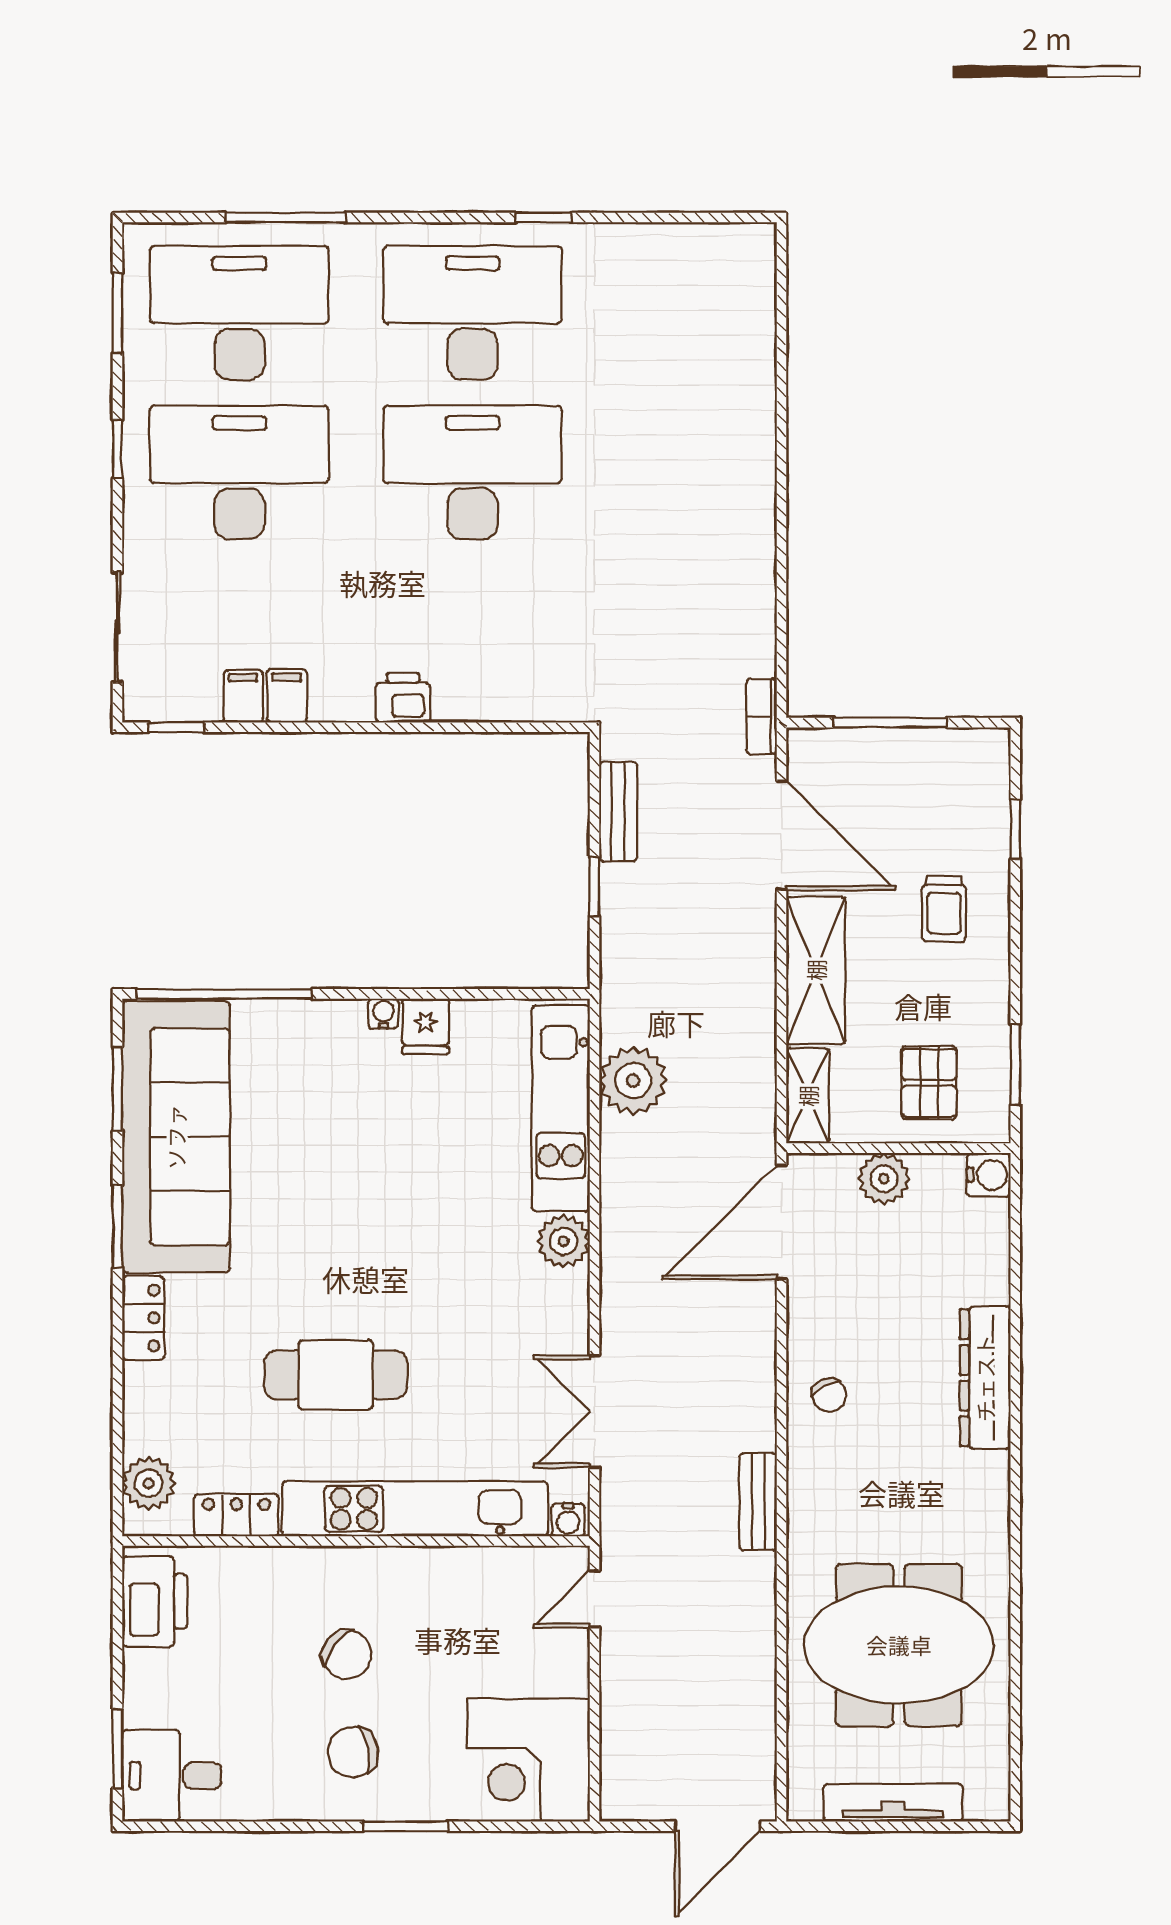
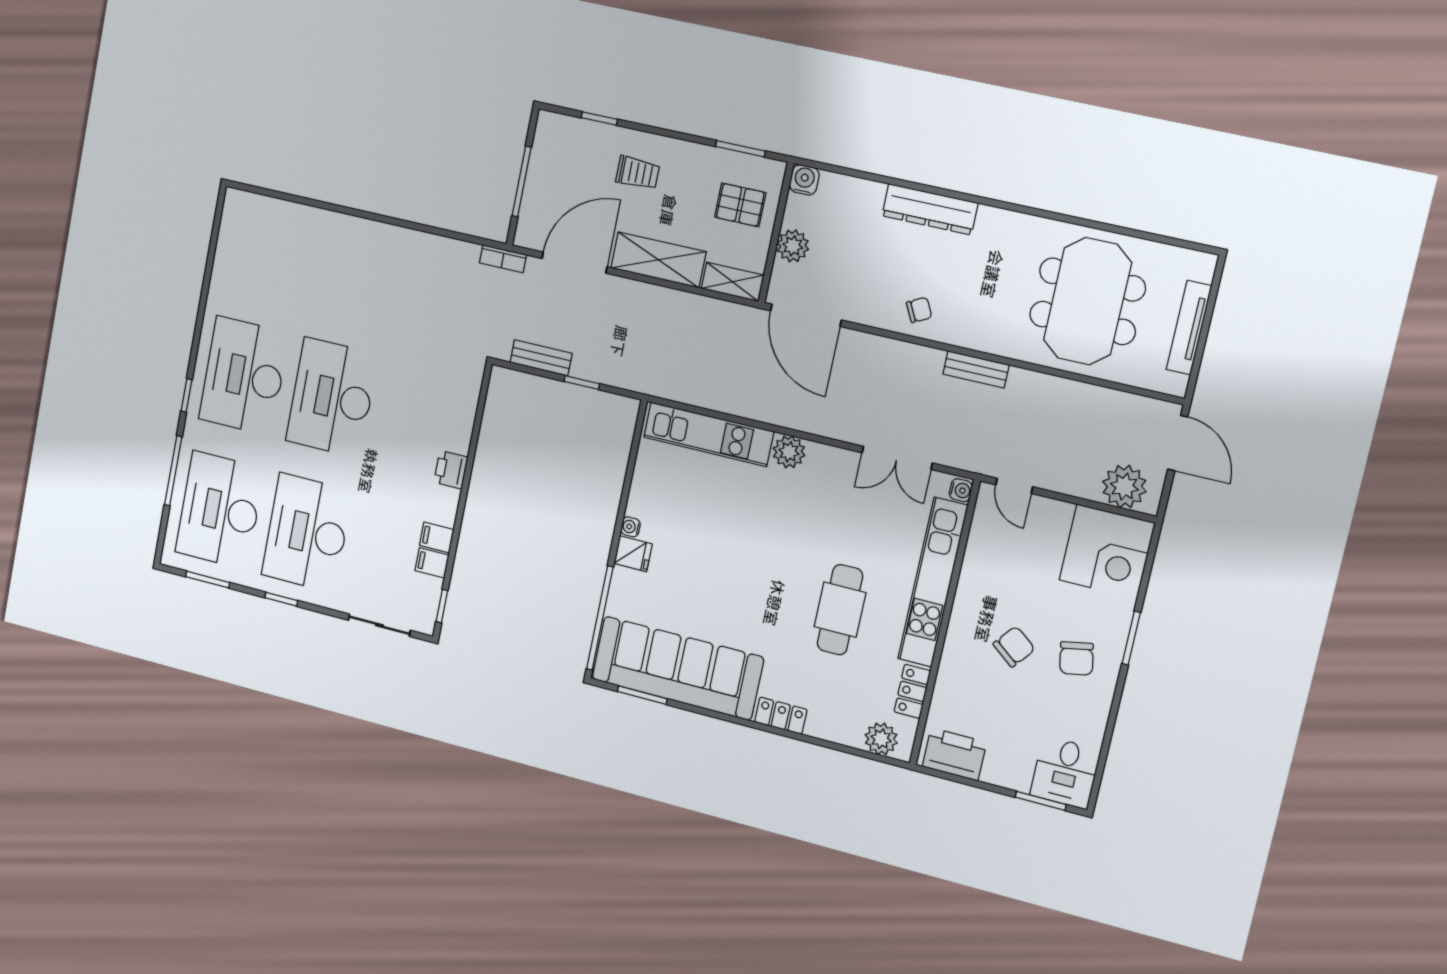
window: (543, 218) -> (186, 395), moved
fridge: (425, 1026) -> (633, 554), moved
plant: (633, 1080) -> (1124, 487), moved
window: (117, 1226) -> (723, 716), removed

